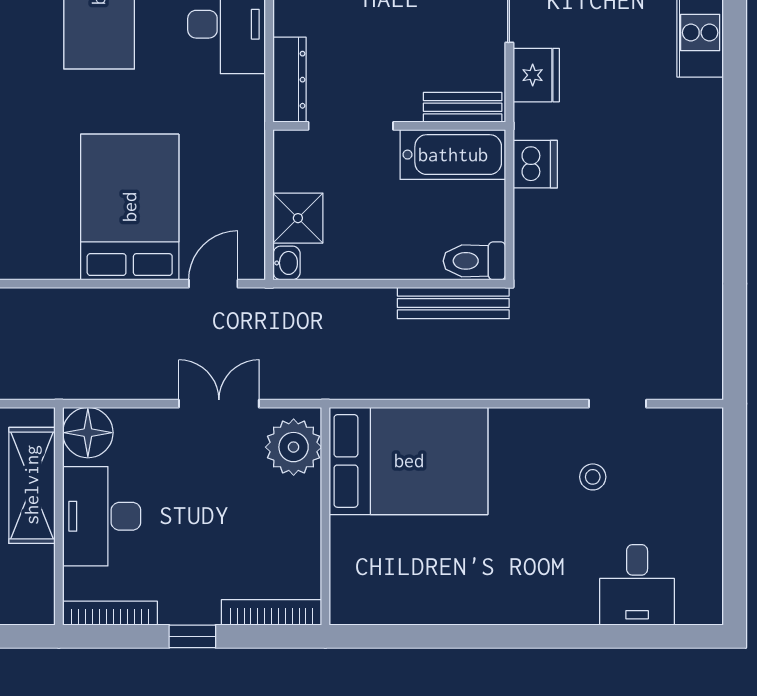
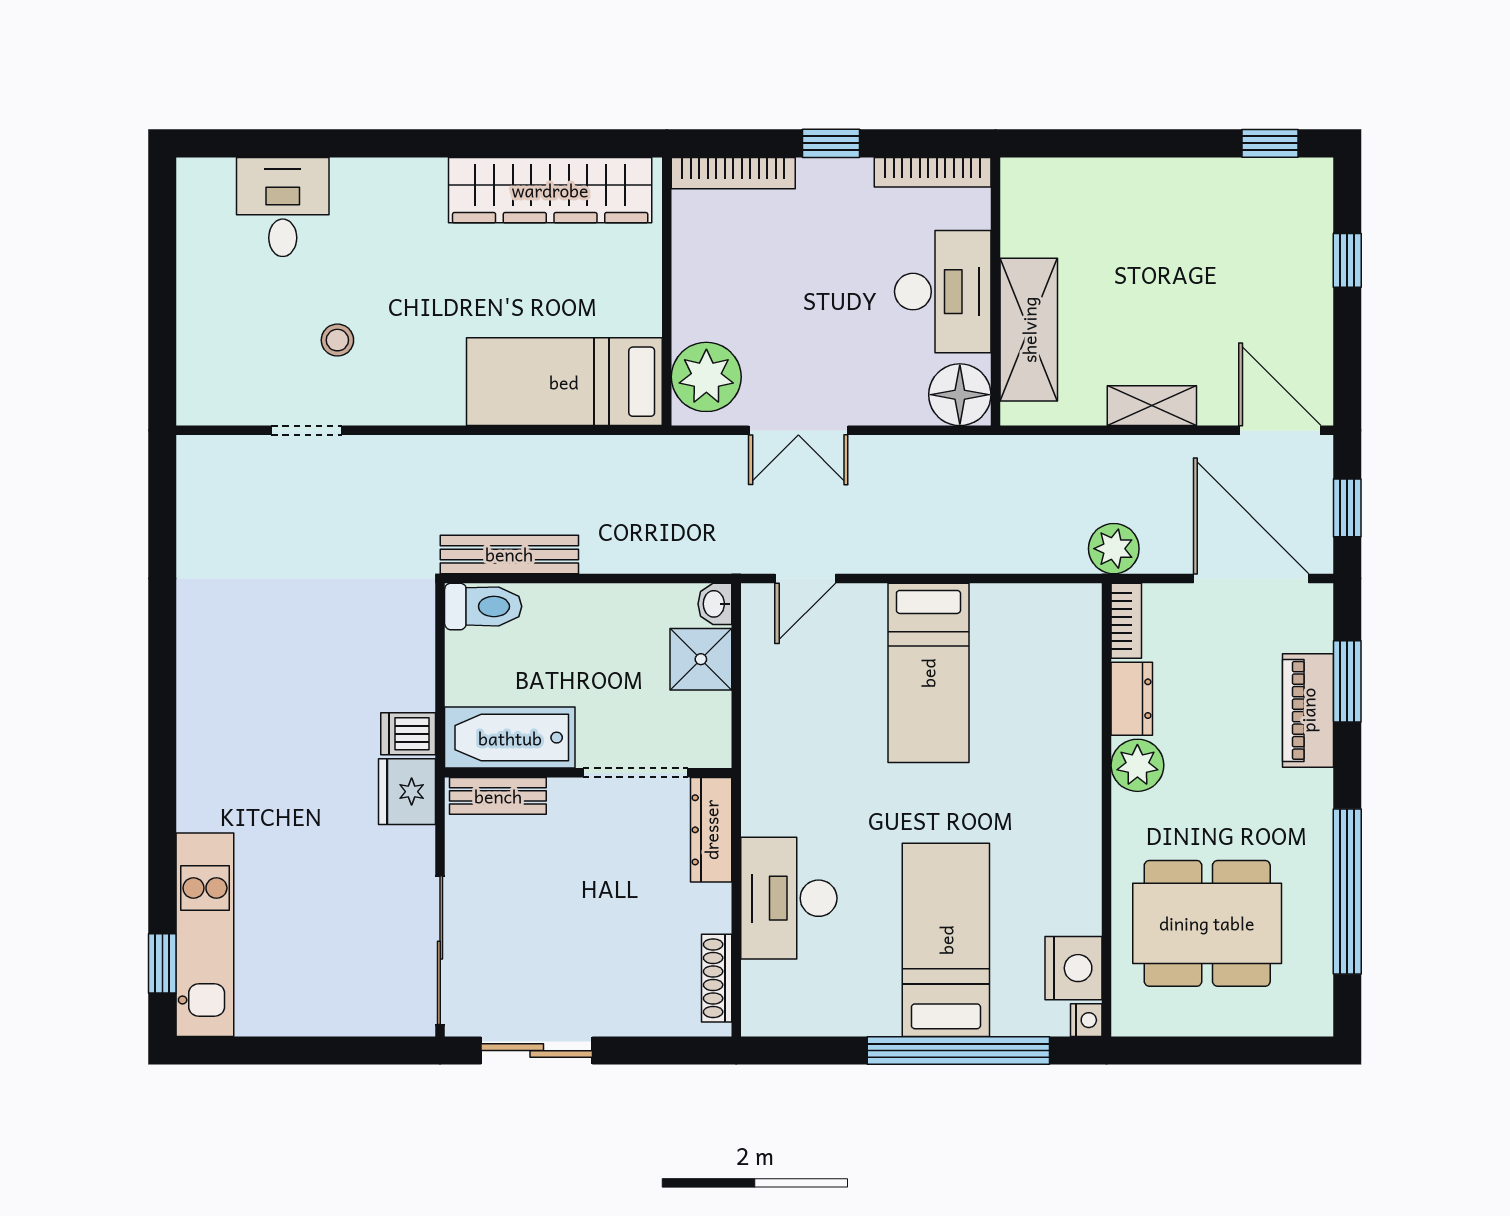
fridge: (536, 75) -> (407, 792), moved
dishwasher: (535, 164) -> (408, 734), width x0.73
bed: (130, 207) -> (928, 673), width x0.67
bed: (409, 461) -> (564, 382), width x0.67
wardrobe: (420, 599) -> (550, 190), added

